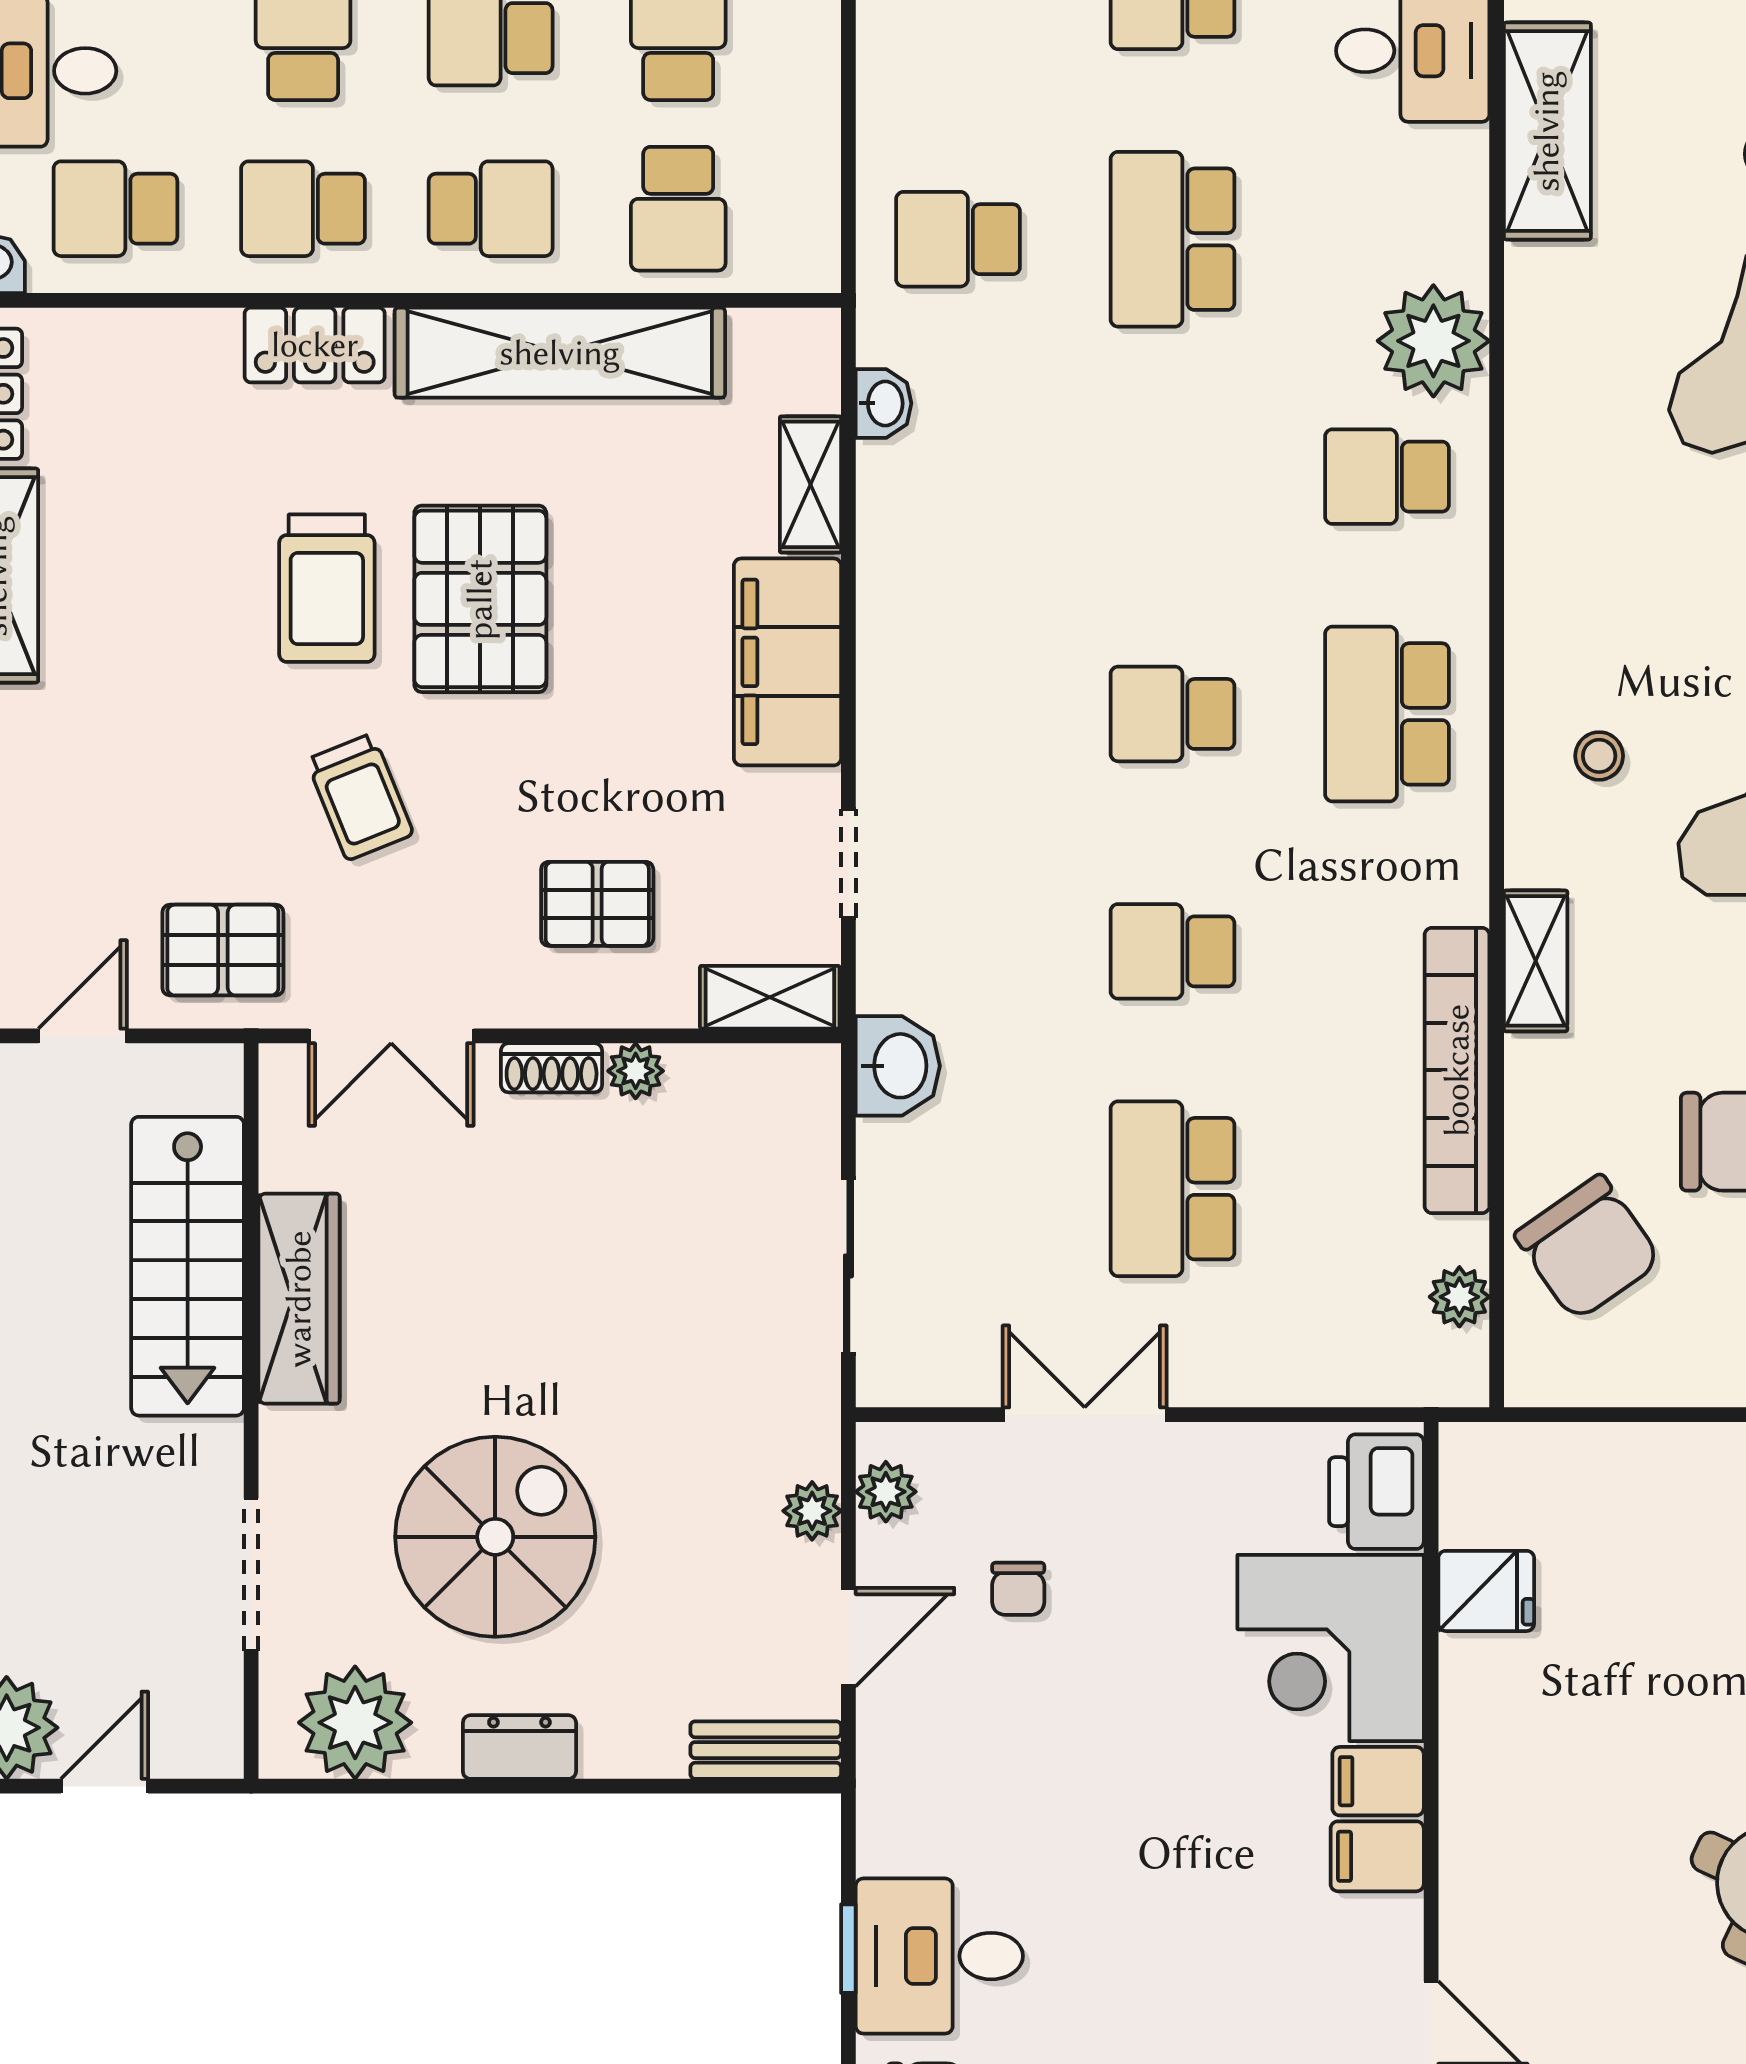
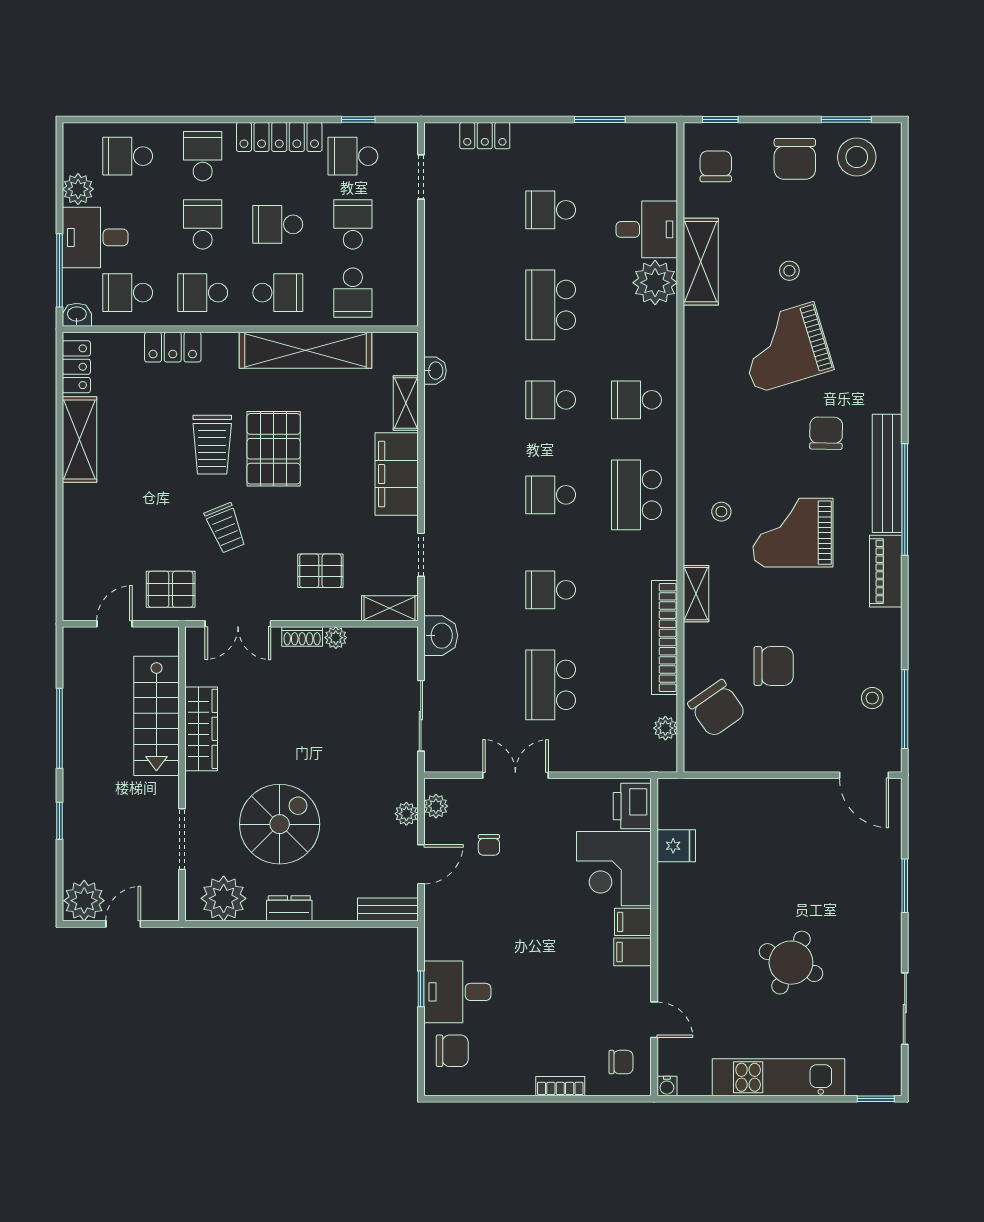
school desk: (958, 239) -> (551, 400), moved
plant: (1433, 341) -> (655, 283), moved
locker: (315, 345) -> (173, 347), moved

